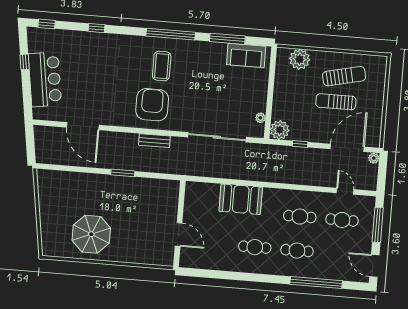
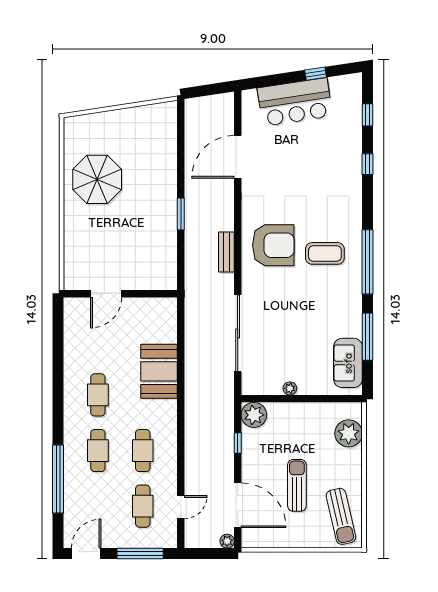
window: (47, 24) -> (368, 115), moved
sun lounger: (344, 76) -> (341, 516), moved
plant: (260, 118) -> (290, 388), moved

